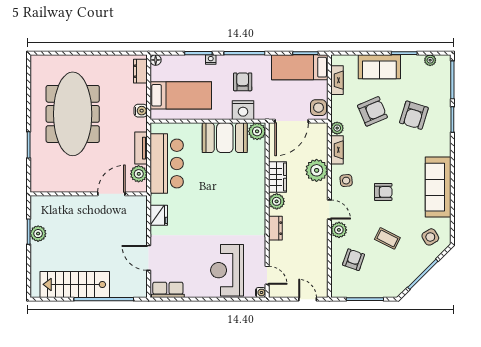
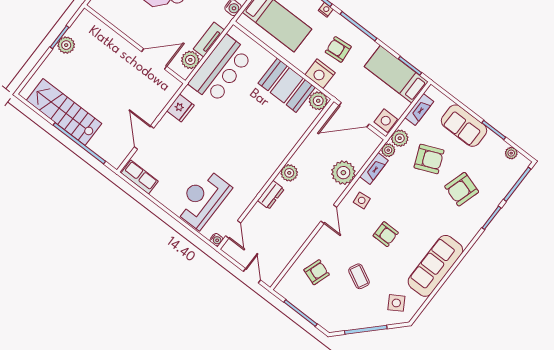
armchair: (243, 82) -> (338, 49), turned -95
wardrobe: (278, 177) -> (306, 153), removed
plant: (339, 230) -> (400, 138), moved

